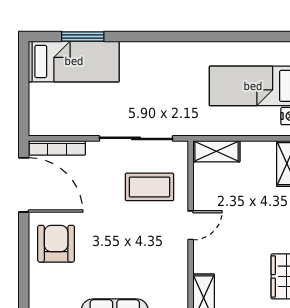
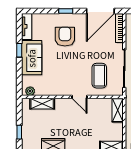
armchair: (56, 244) -> (65, 37), moved, turned -90
window: (24, 252) -> (66, 11), added

